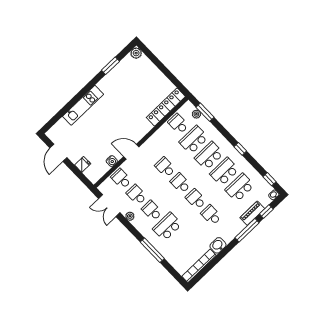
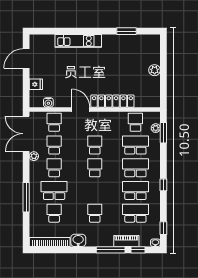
plant: (136, 53) -> (155, 70), moved
locker: (166, 107) -> (112, 101), moved
water cooler: (112, 161) -> (48, 102), moved
school desk: (196, 199) -> (54, 213), moved
double door: (109, 206) -> (26, 134), width x1.37

